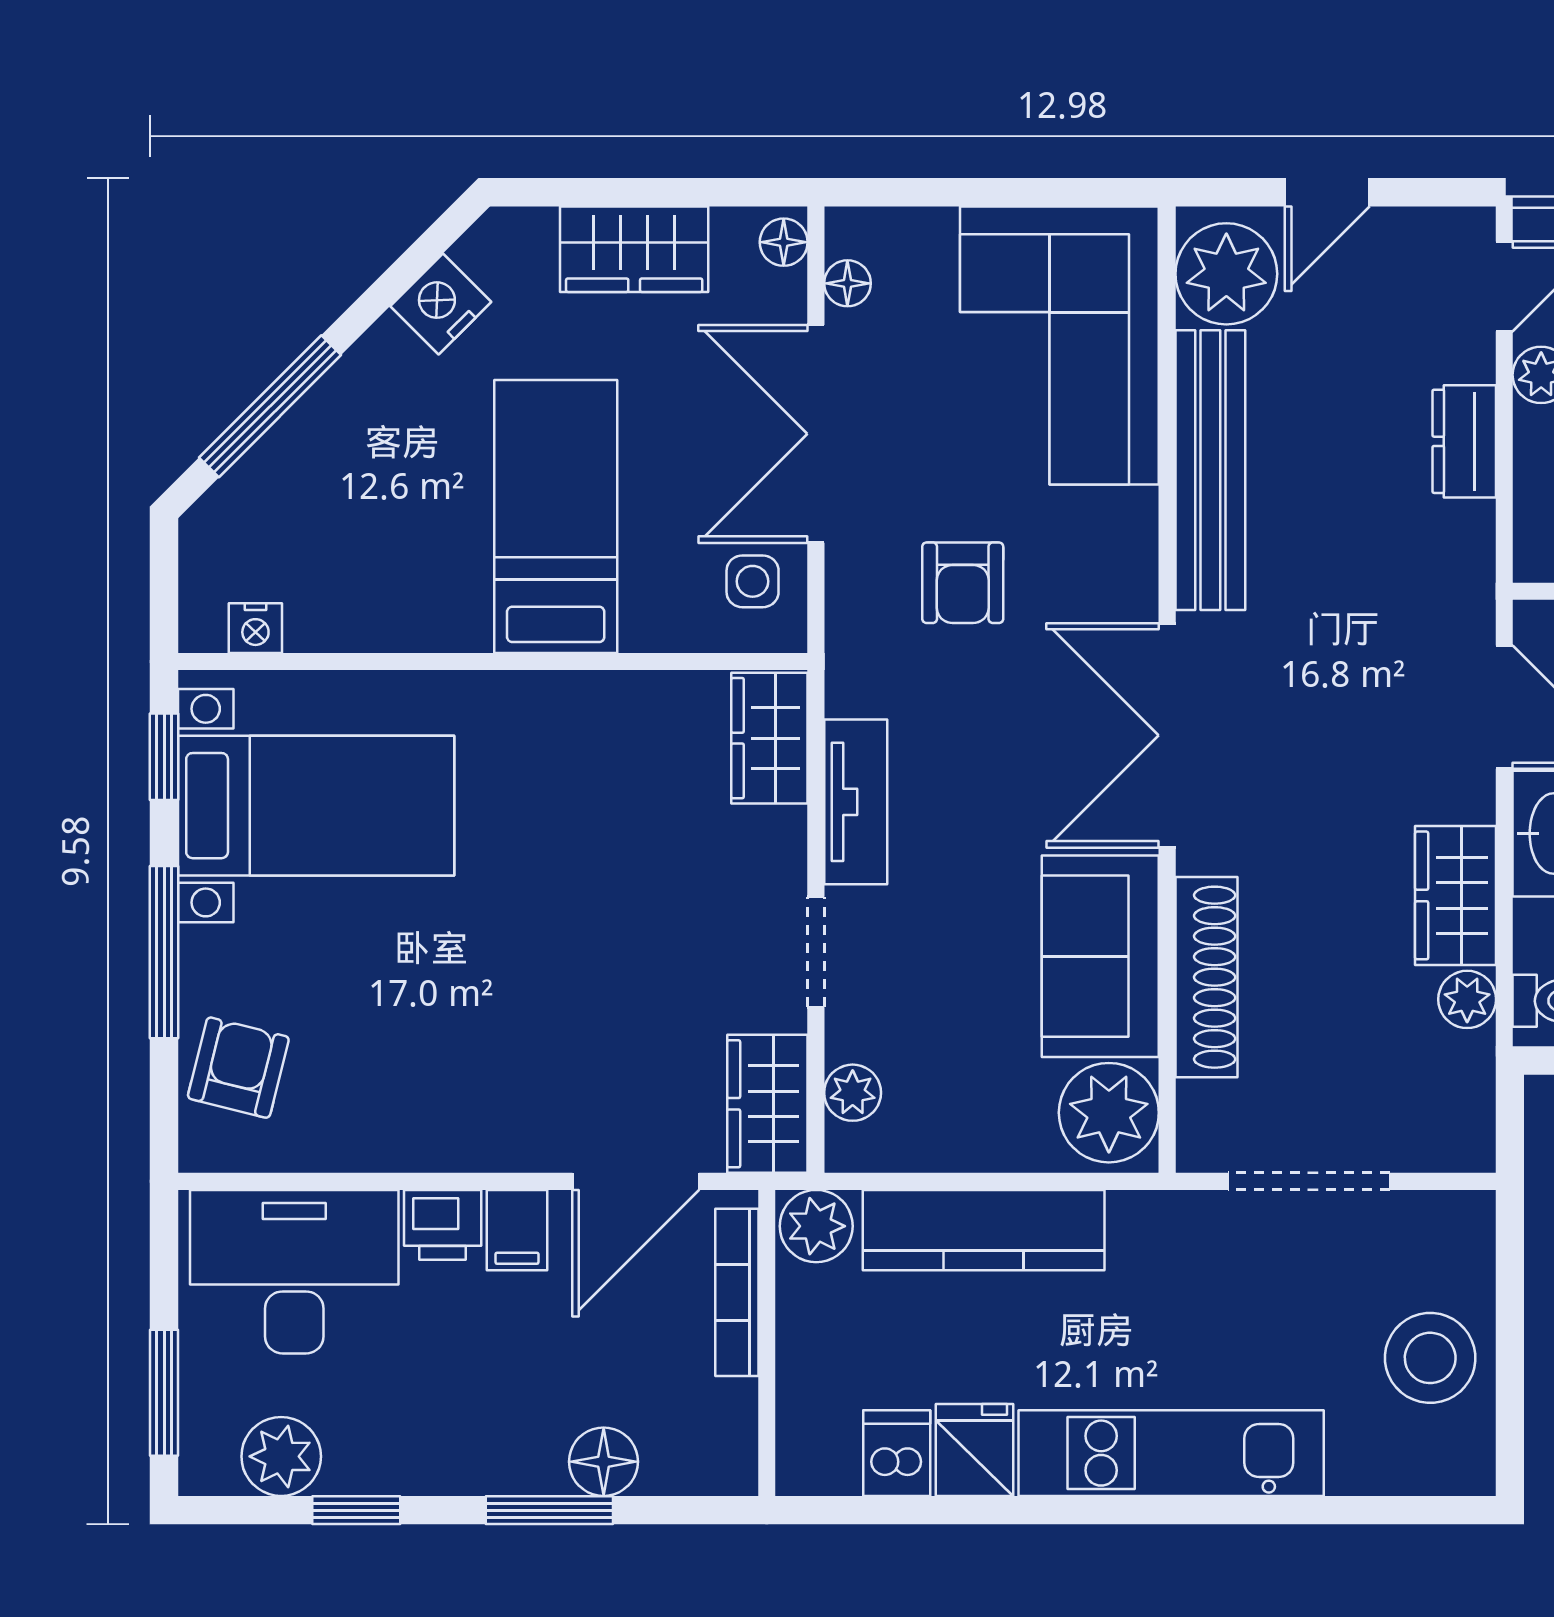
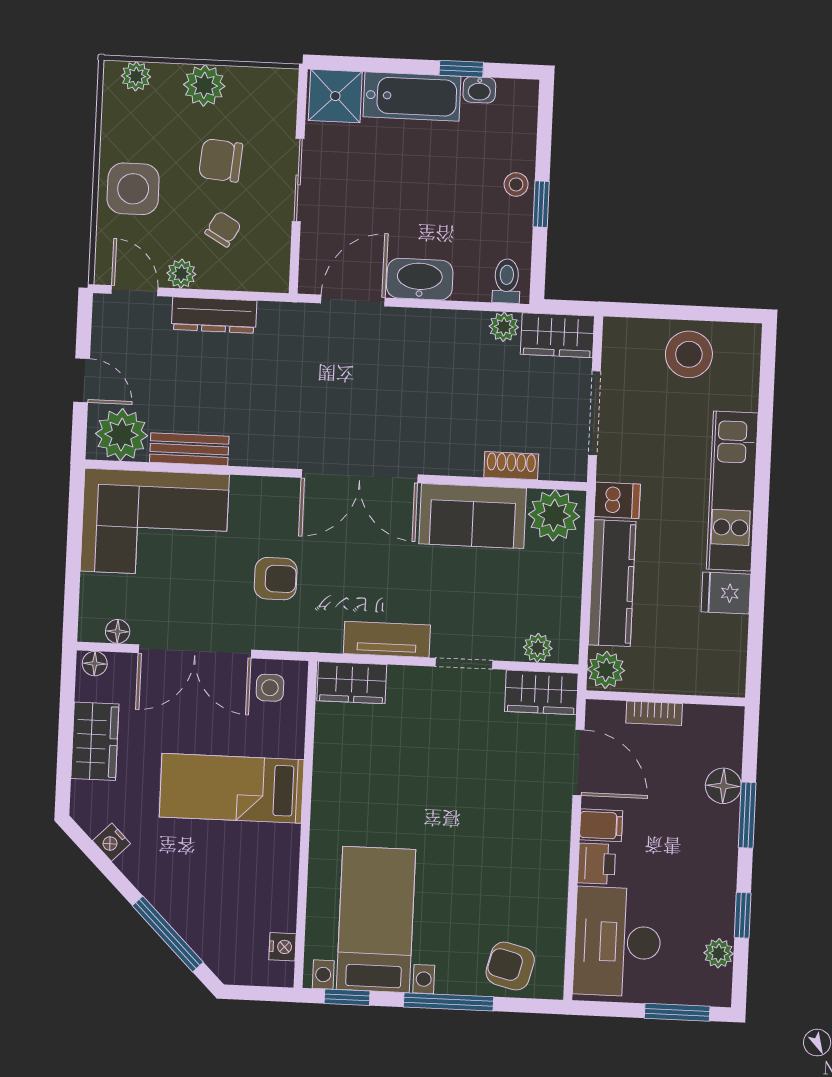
nightstand: (441, 304) -> (112, 842), width x0.72, depth x0.74
dresser: (1464, 441) -> (214, 315), width x1.44
bench: (1210, 470) -> (189, 449), width x0.54, depth x0.82
wardrobe: (1456, 895) -> (557, 335), moved
shoe rack: (1207, 977) -> (511, 466), width x0.51, depth x0.81
bookcase: (737, 1292) -> (654, 713), width x0.64
dishwasher: (897, 1453) -> (617, 500), moved, turned 180
plant: (281, 1456) -> (719, 953), width x0.73, depth x0.73

